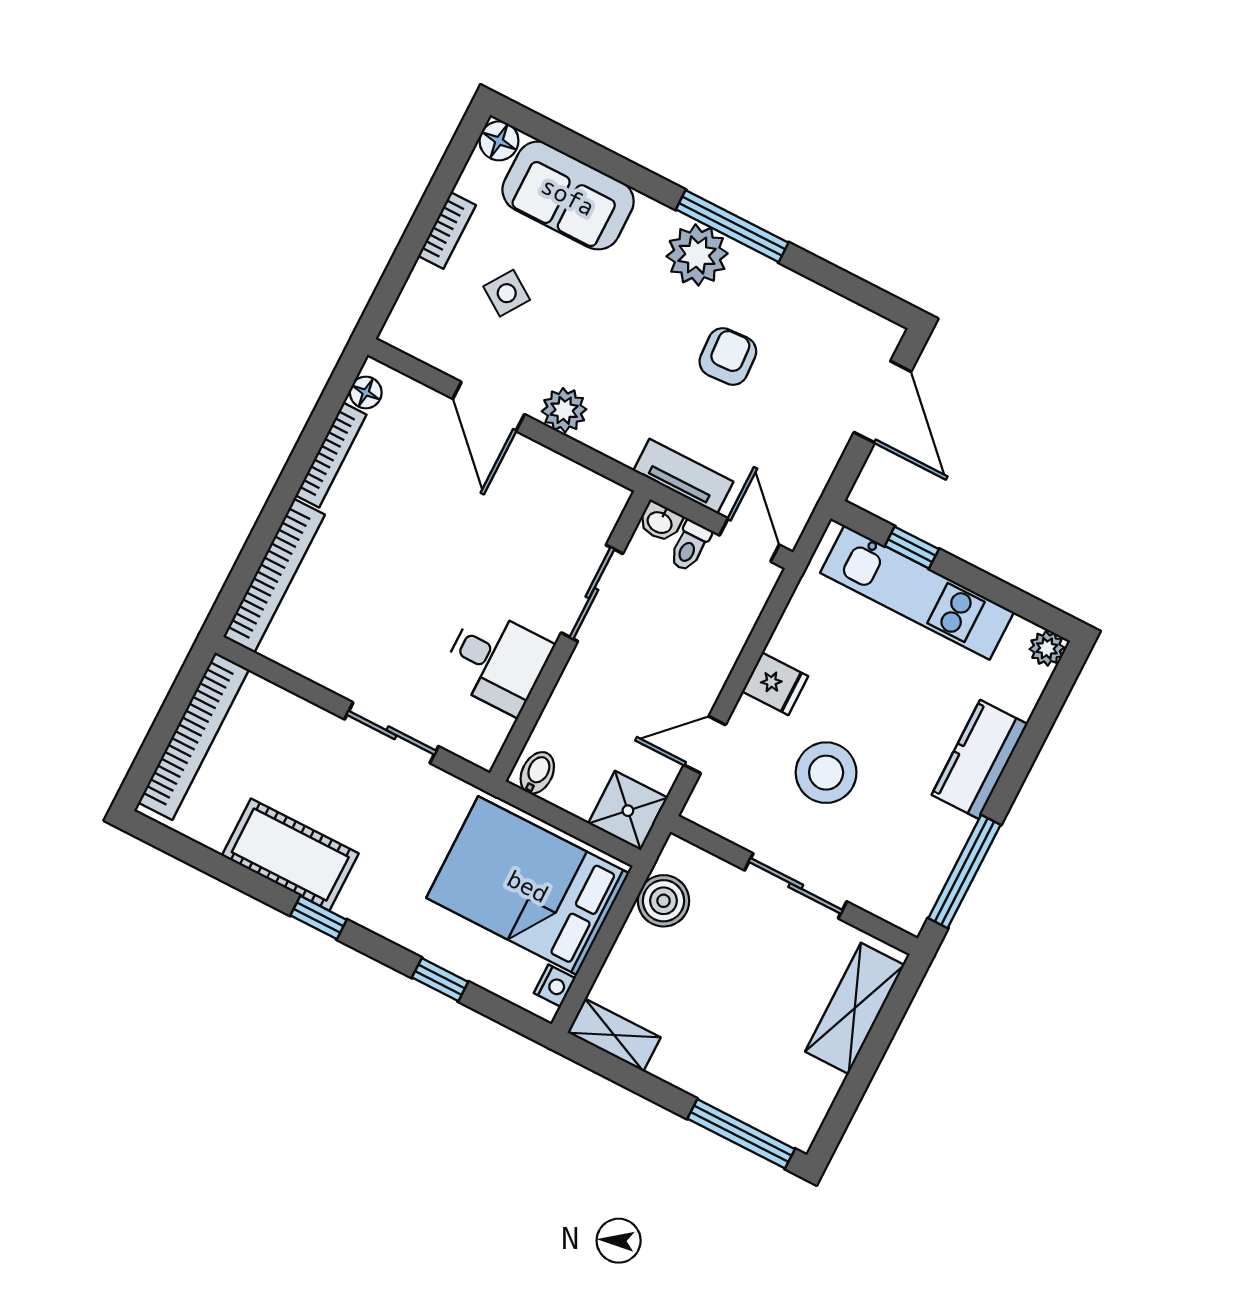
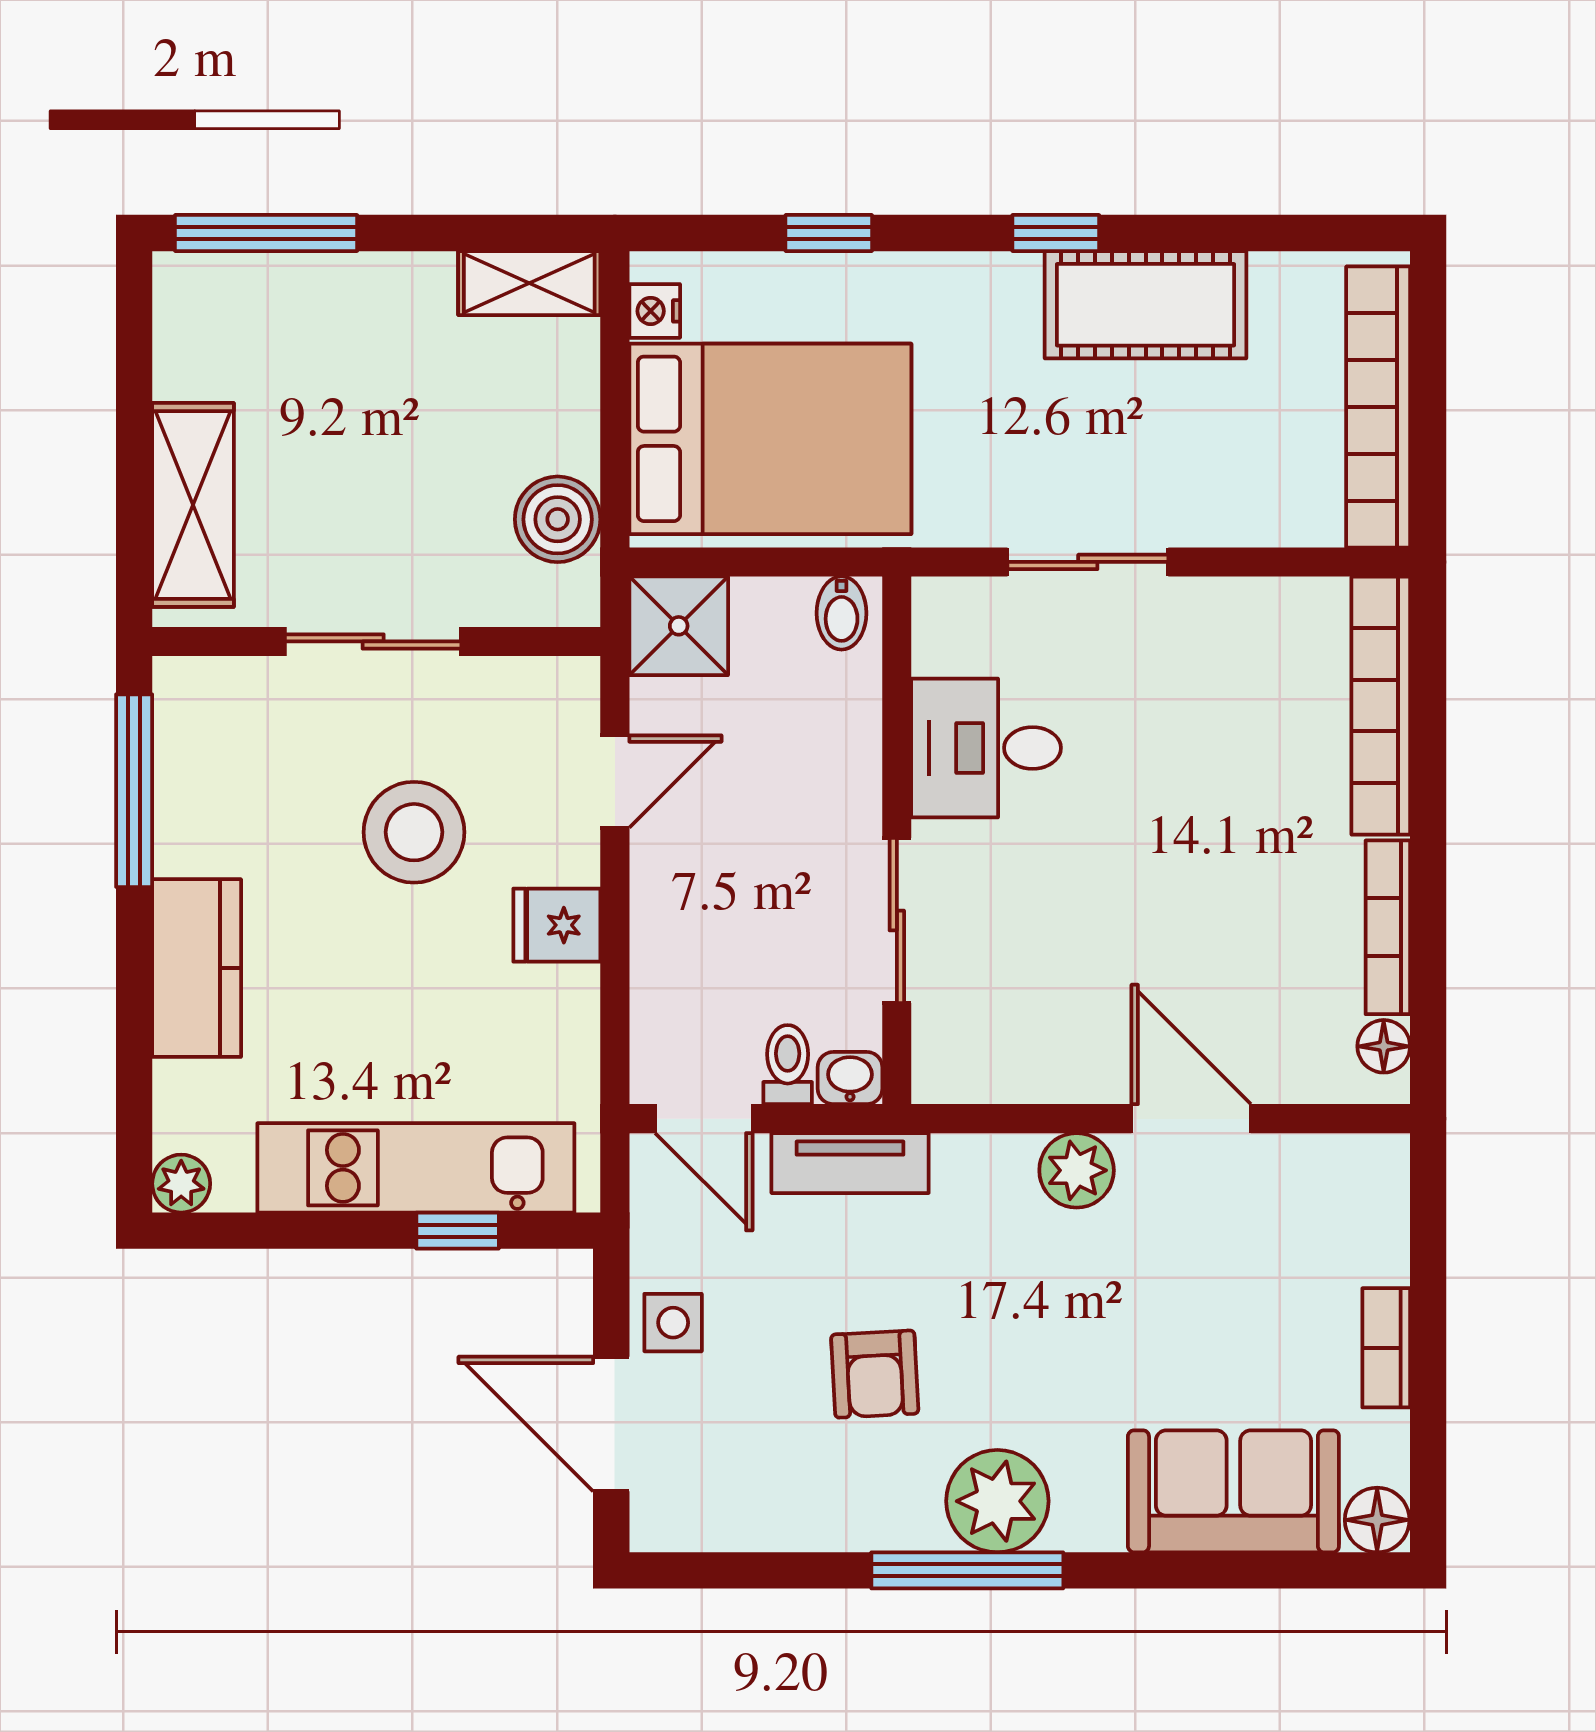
side table: (507, 293) -> (673, 1323), moved, turned -34

